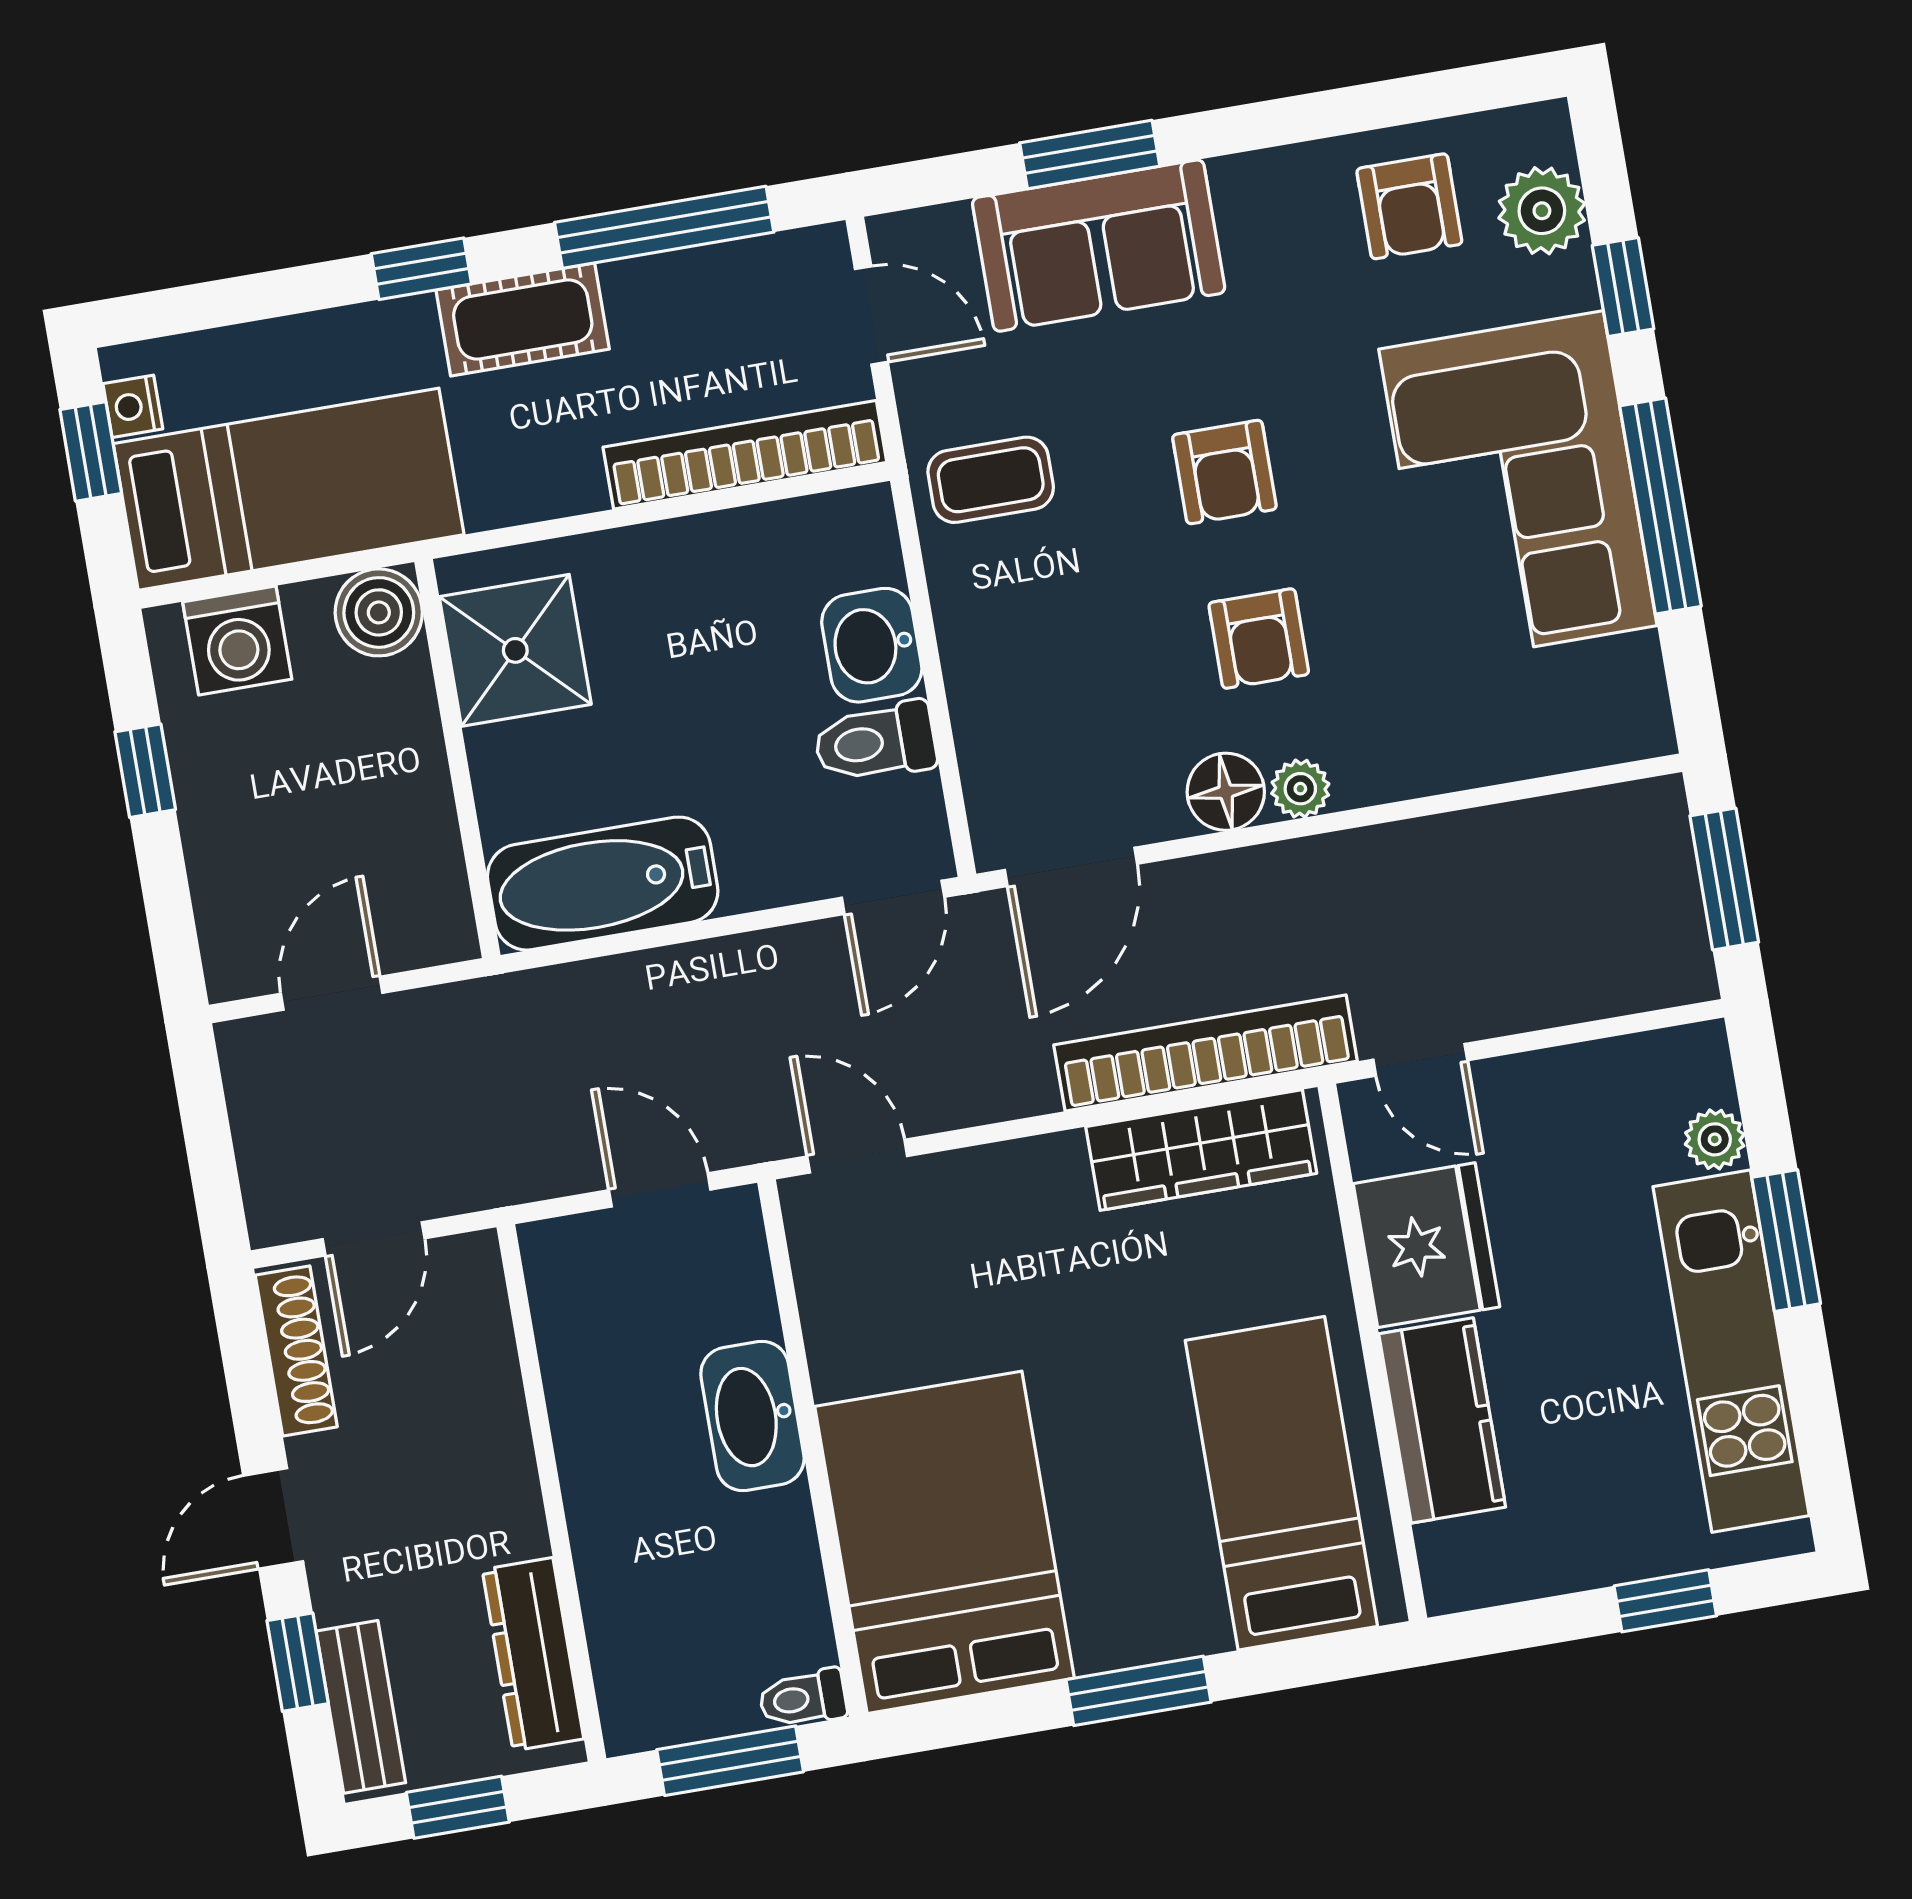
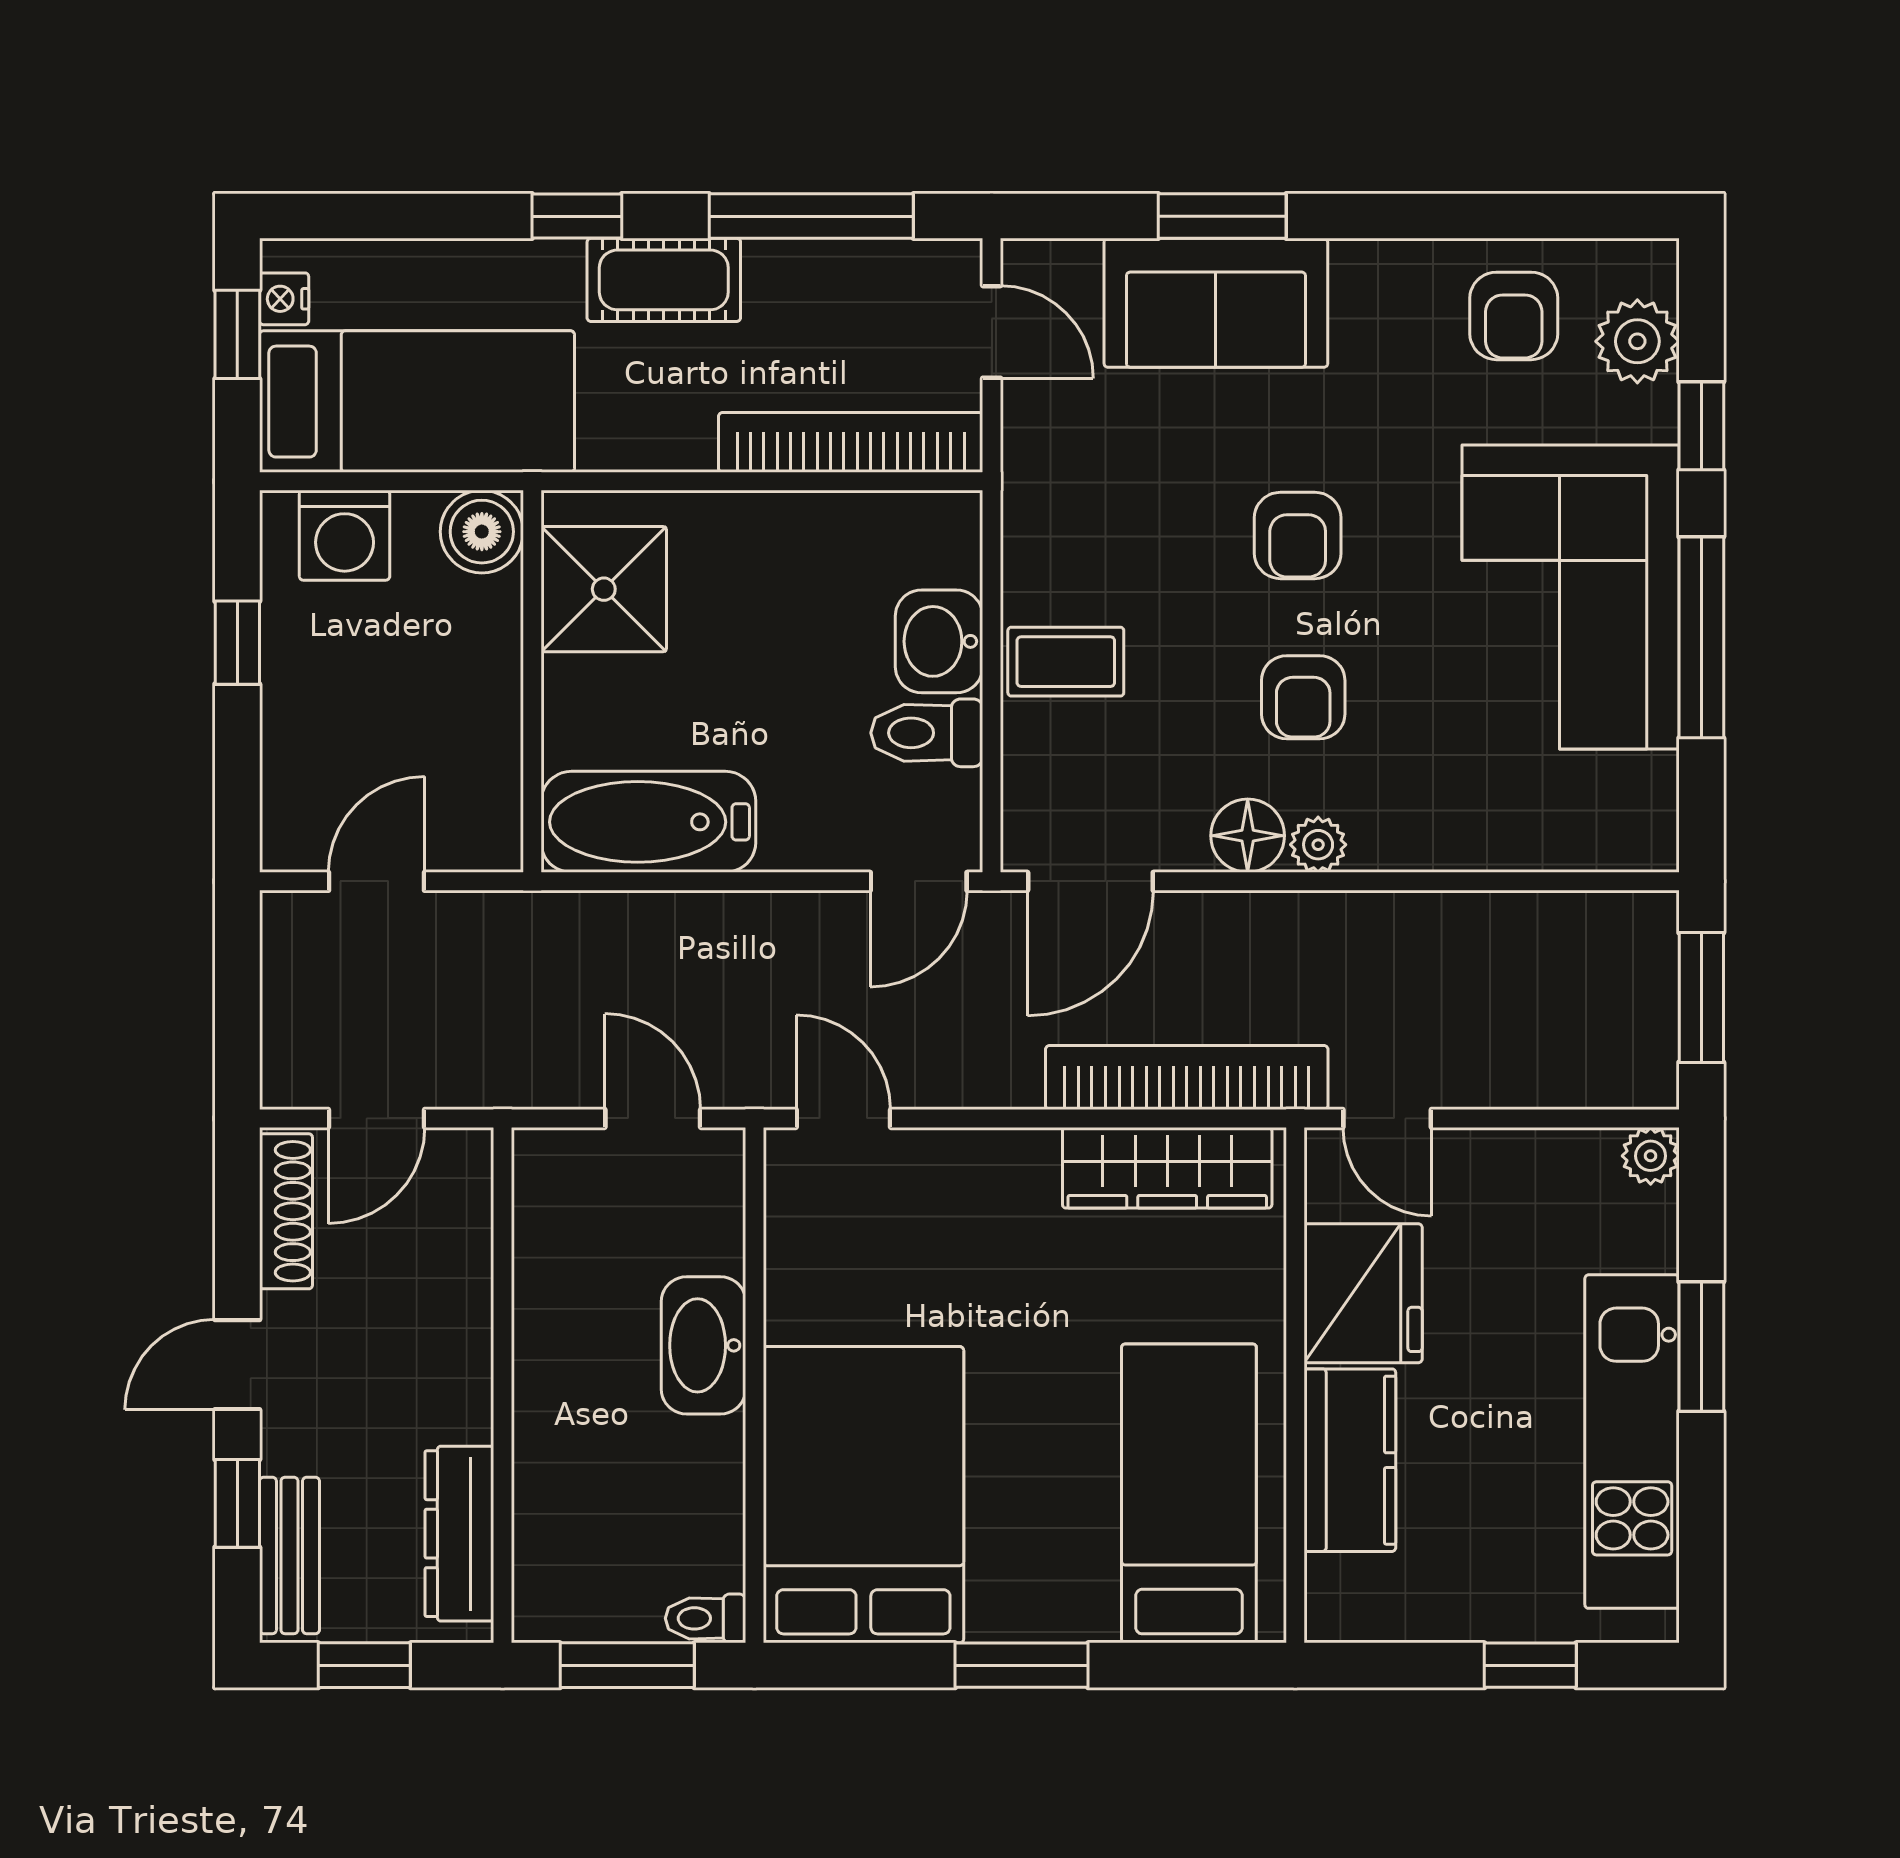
coffee table: (991, 480) -> (1066, 662), moved
plant: (1715, 1139) -> (1651, 1156), moved

